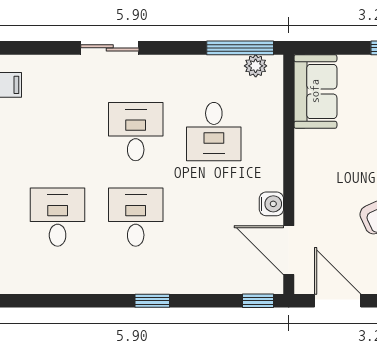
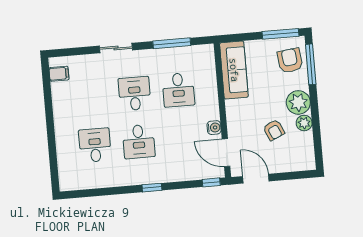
window: (240, 48) -> (172, 43), moved
plant: (256, 66) -> (199, 51), removed
sofa: (315, 91) -> (234, 70), width x1.36
desk: (136, 217) -> (139, 141), turned 180

